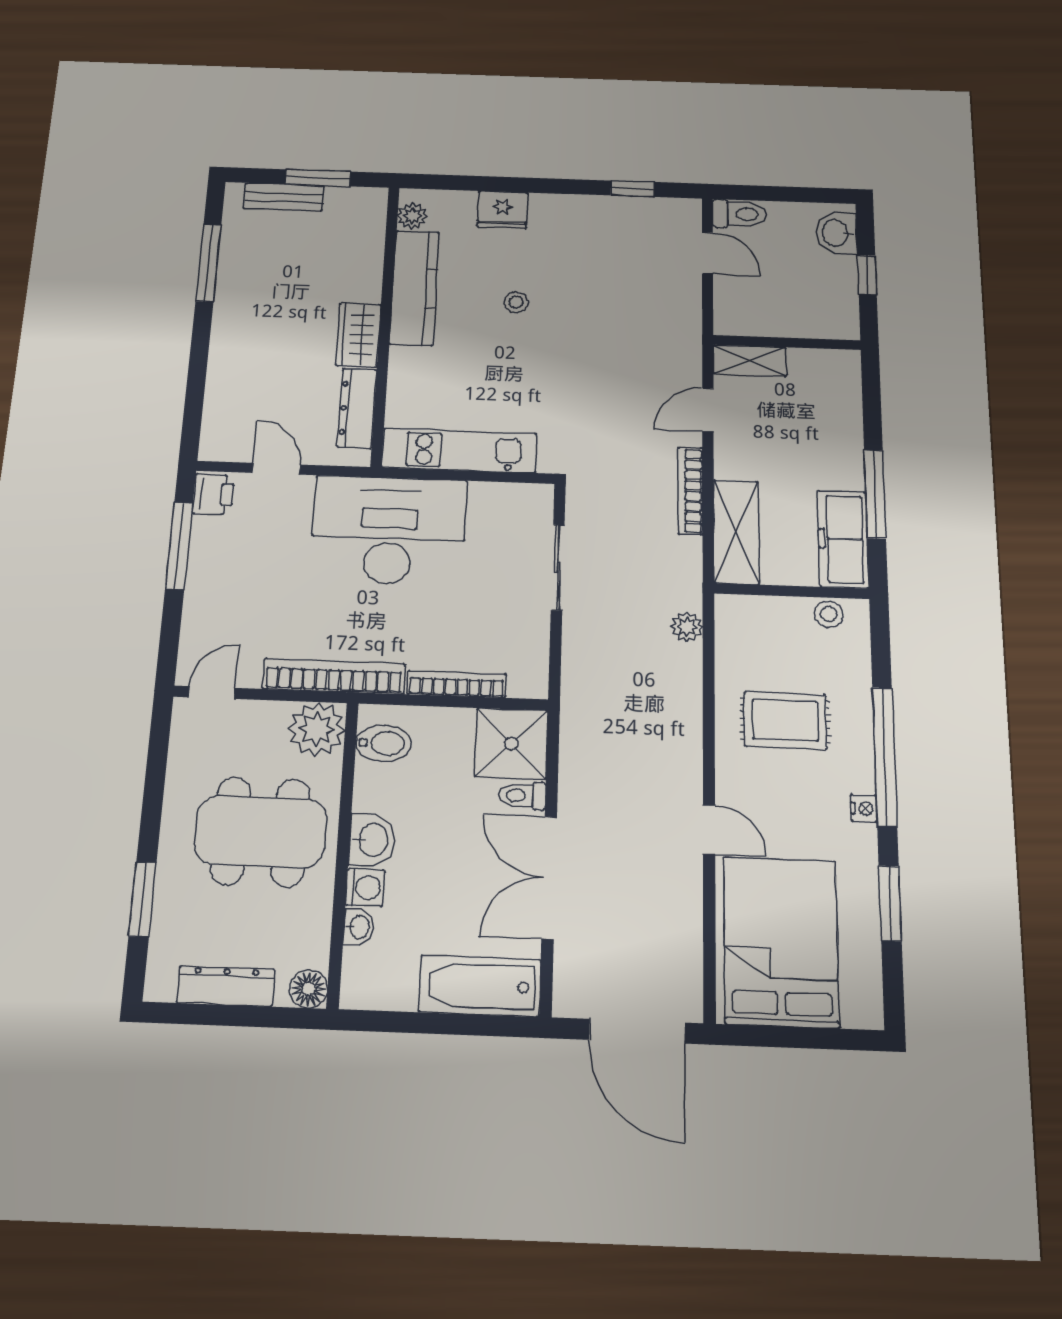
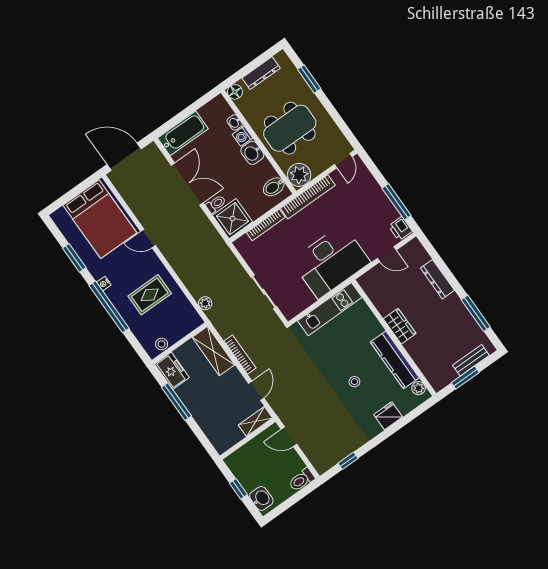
door: (707, 253) -> (289, 437), moved
dresser: (357, 408) -> (437, 279), moved, turned 180
freezer: (843, 539) -> (172, 371), width x0.71

